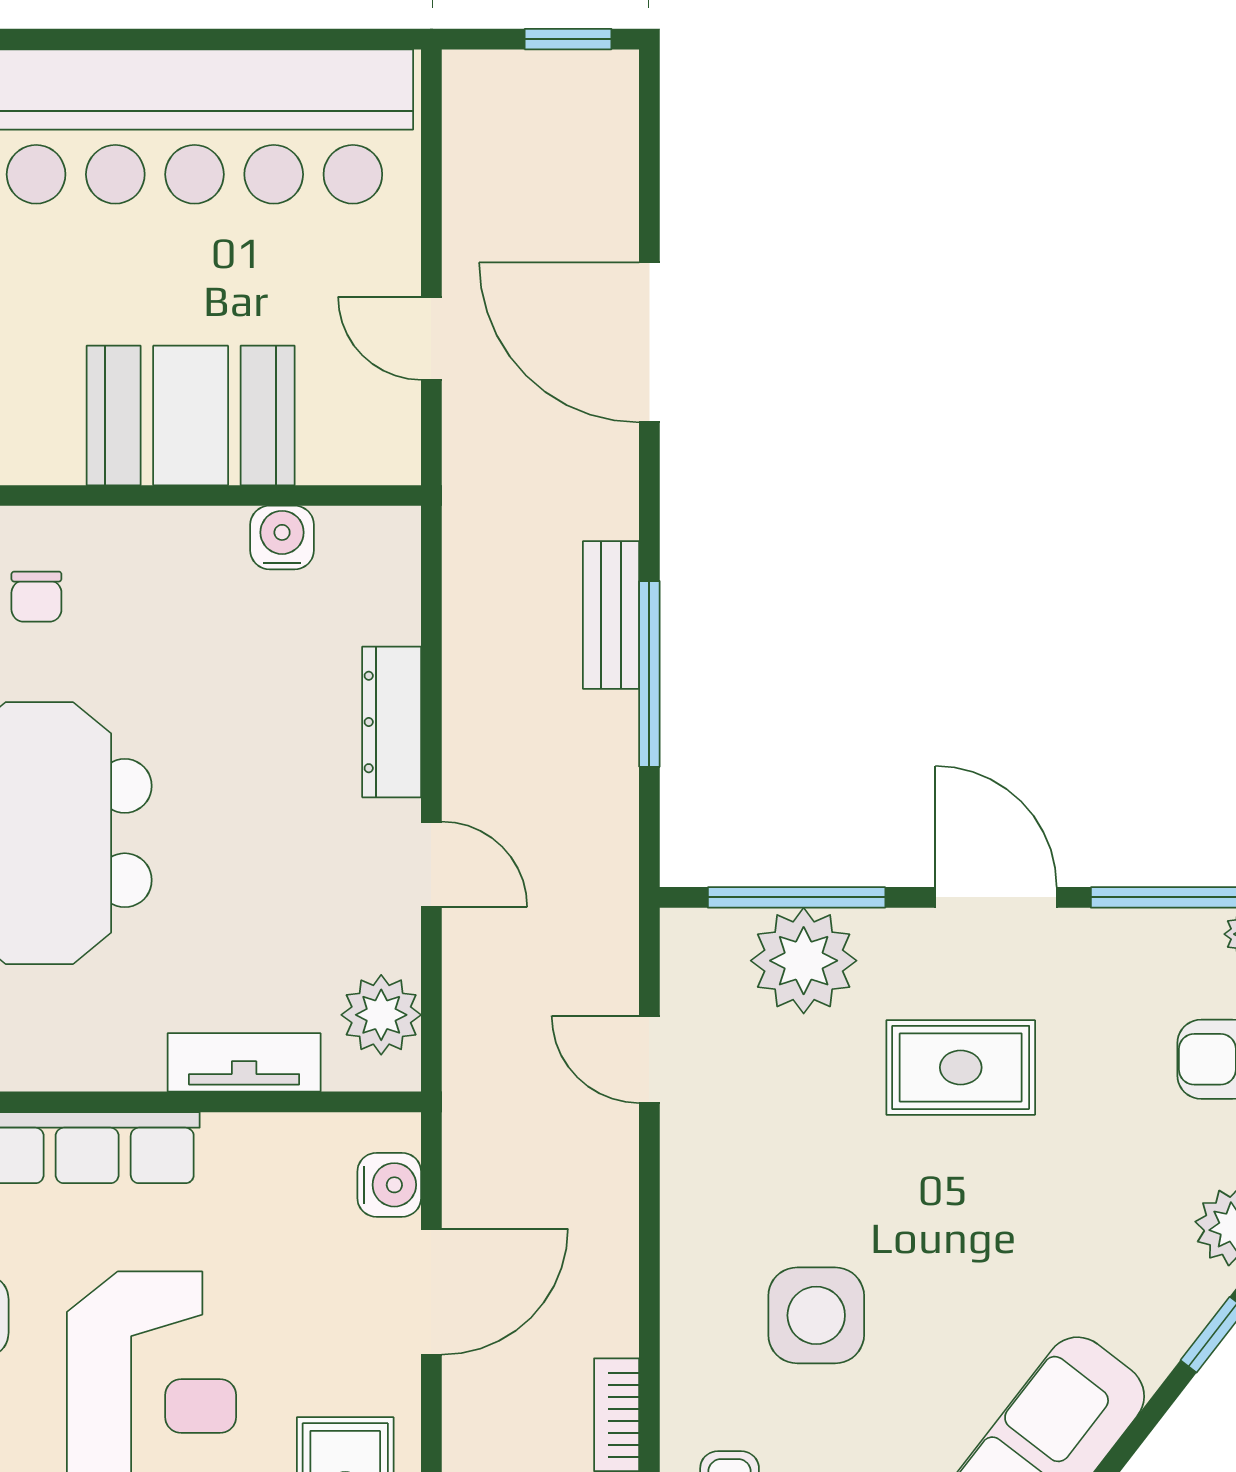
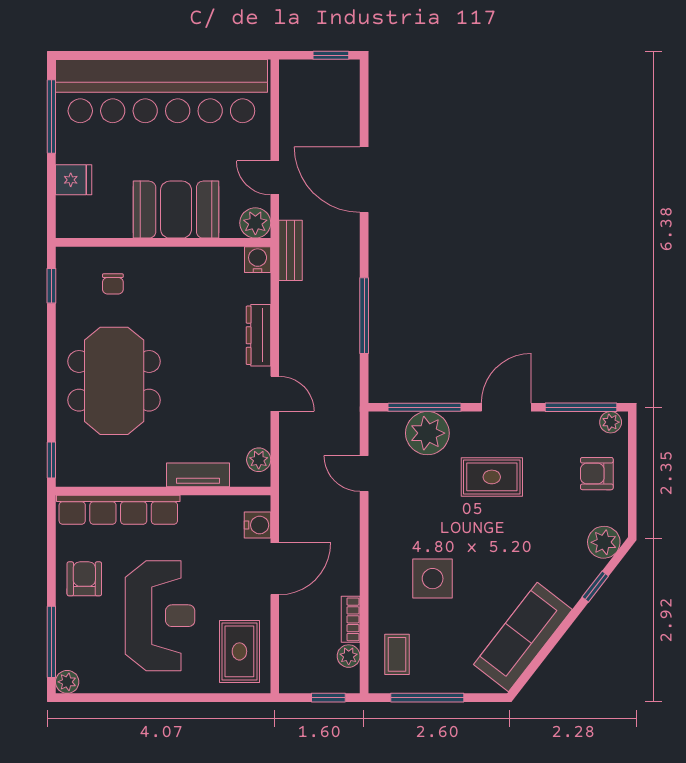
plant: (384, 448) -> (255, 223), added
water cooler: (282, 538) -> (258, 260), moved
bench: (611, 615) -> (291, 250), moved
door: (996, 897) -> (506, 407), hinge flipped
plant: (381, 1015) -> (259, 460), width x0.73, depth x0.73

